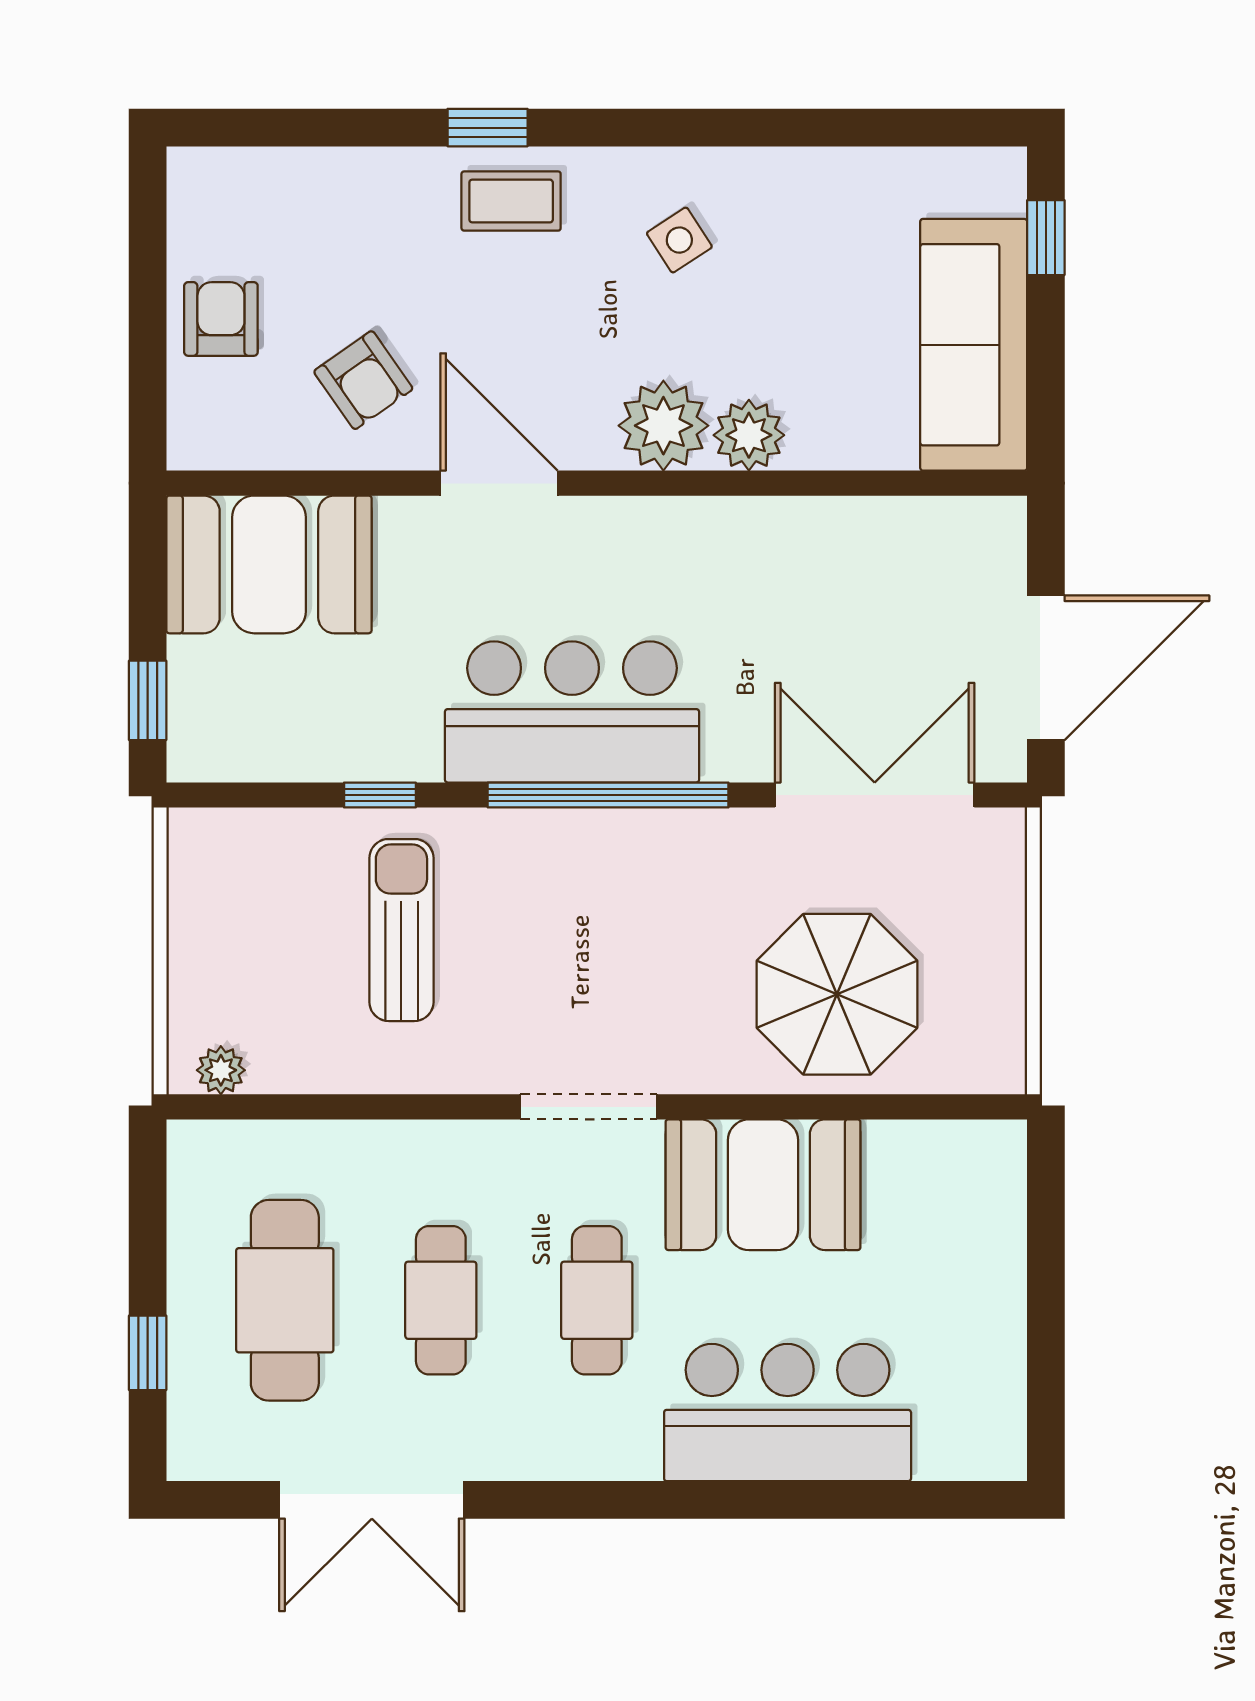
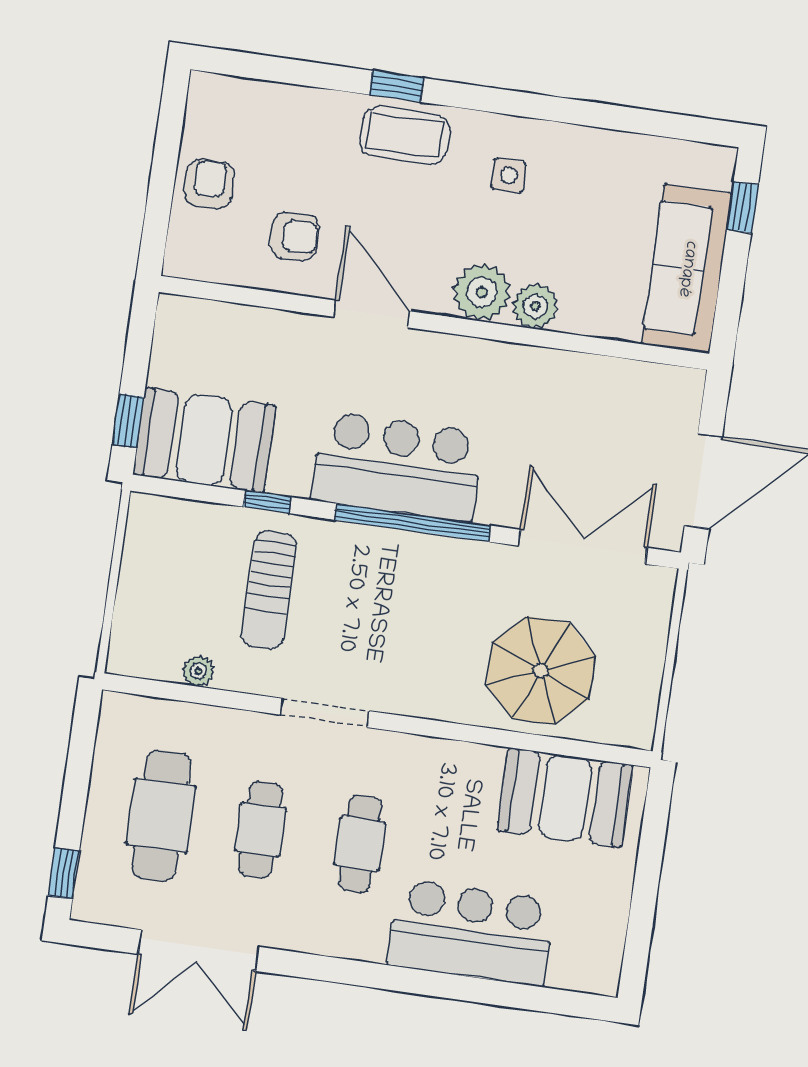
coffee table: (511, 201) -> (405, 135), width x1.36, depth x1.30
side table: (679, 240) -> (509, 175), turned 33
armchair: (363, 380) -> (295, 236), turned -55
booth: (269, 564) -> (204, 440), moved
sun lounger: (401, 930) -> (269, 590), turned 180
plant: (221, 1070) -> (198, 671), moved
doorway: (589, 1107) -> (325, 713), moved
booth: (763, 1185) -> (565, 798), moved
window: (148, 1353) -> (64, 873), moved

